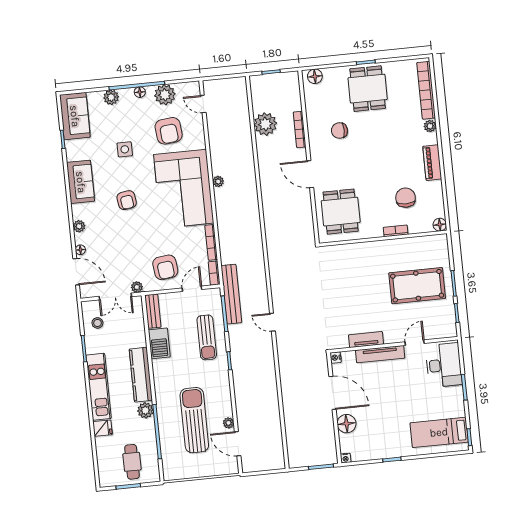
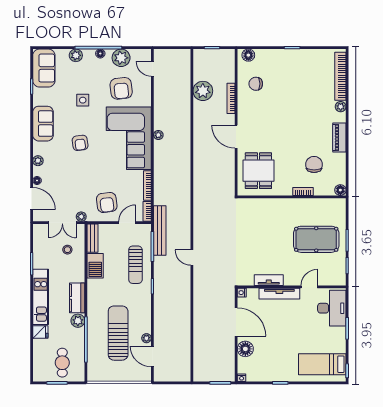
dining table: (368, 89) -> (292, 70), removed
chair: (339, 131) -> (256, 84), moved
stool: (97, 323) -> (67, 250), moved
kitchen counter: (141, 375) -> (77, 298), width x0.67

